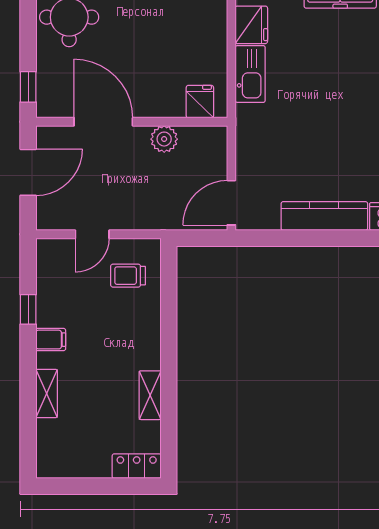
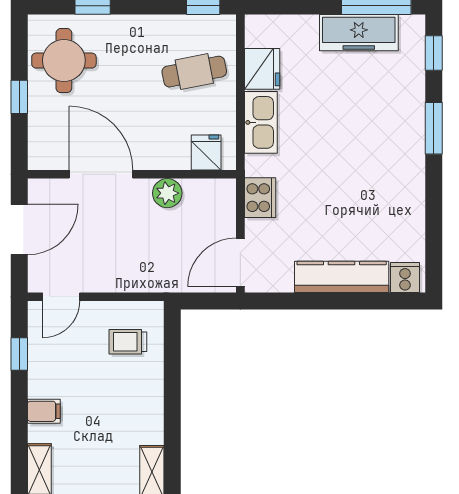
cafe table: (189, 27) -> (194, 72), added
window: (28, 87) -> (19, 97), moved
cooker: (249, 143) -> (260, 198), added
door: (92, 234) -> (61, 297), moved
window: (28, 309) -> (19, 354), moved

